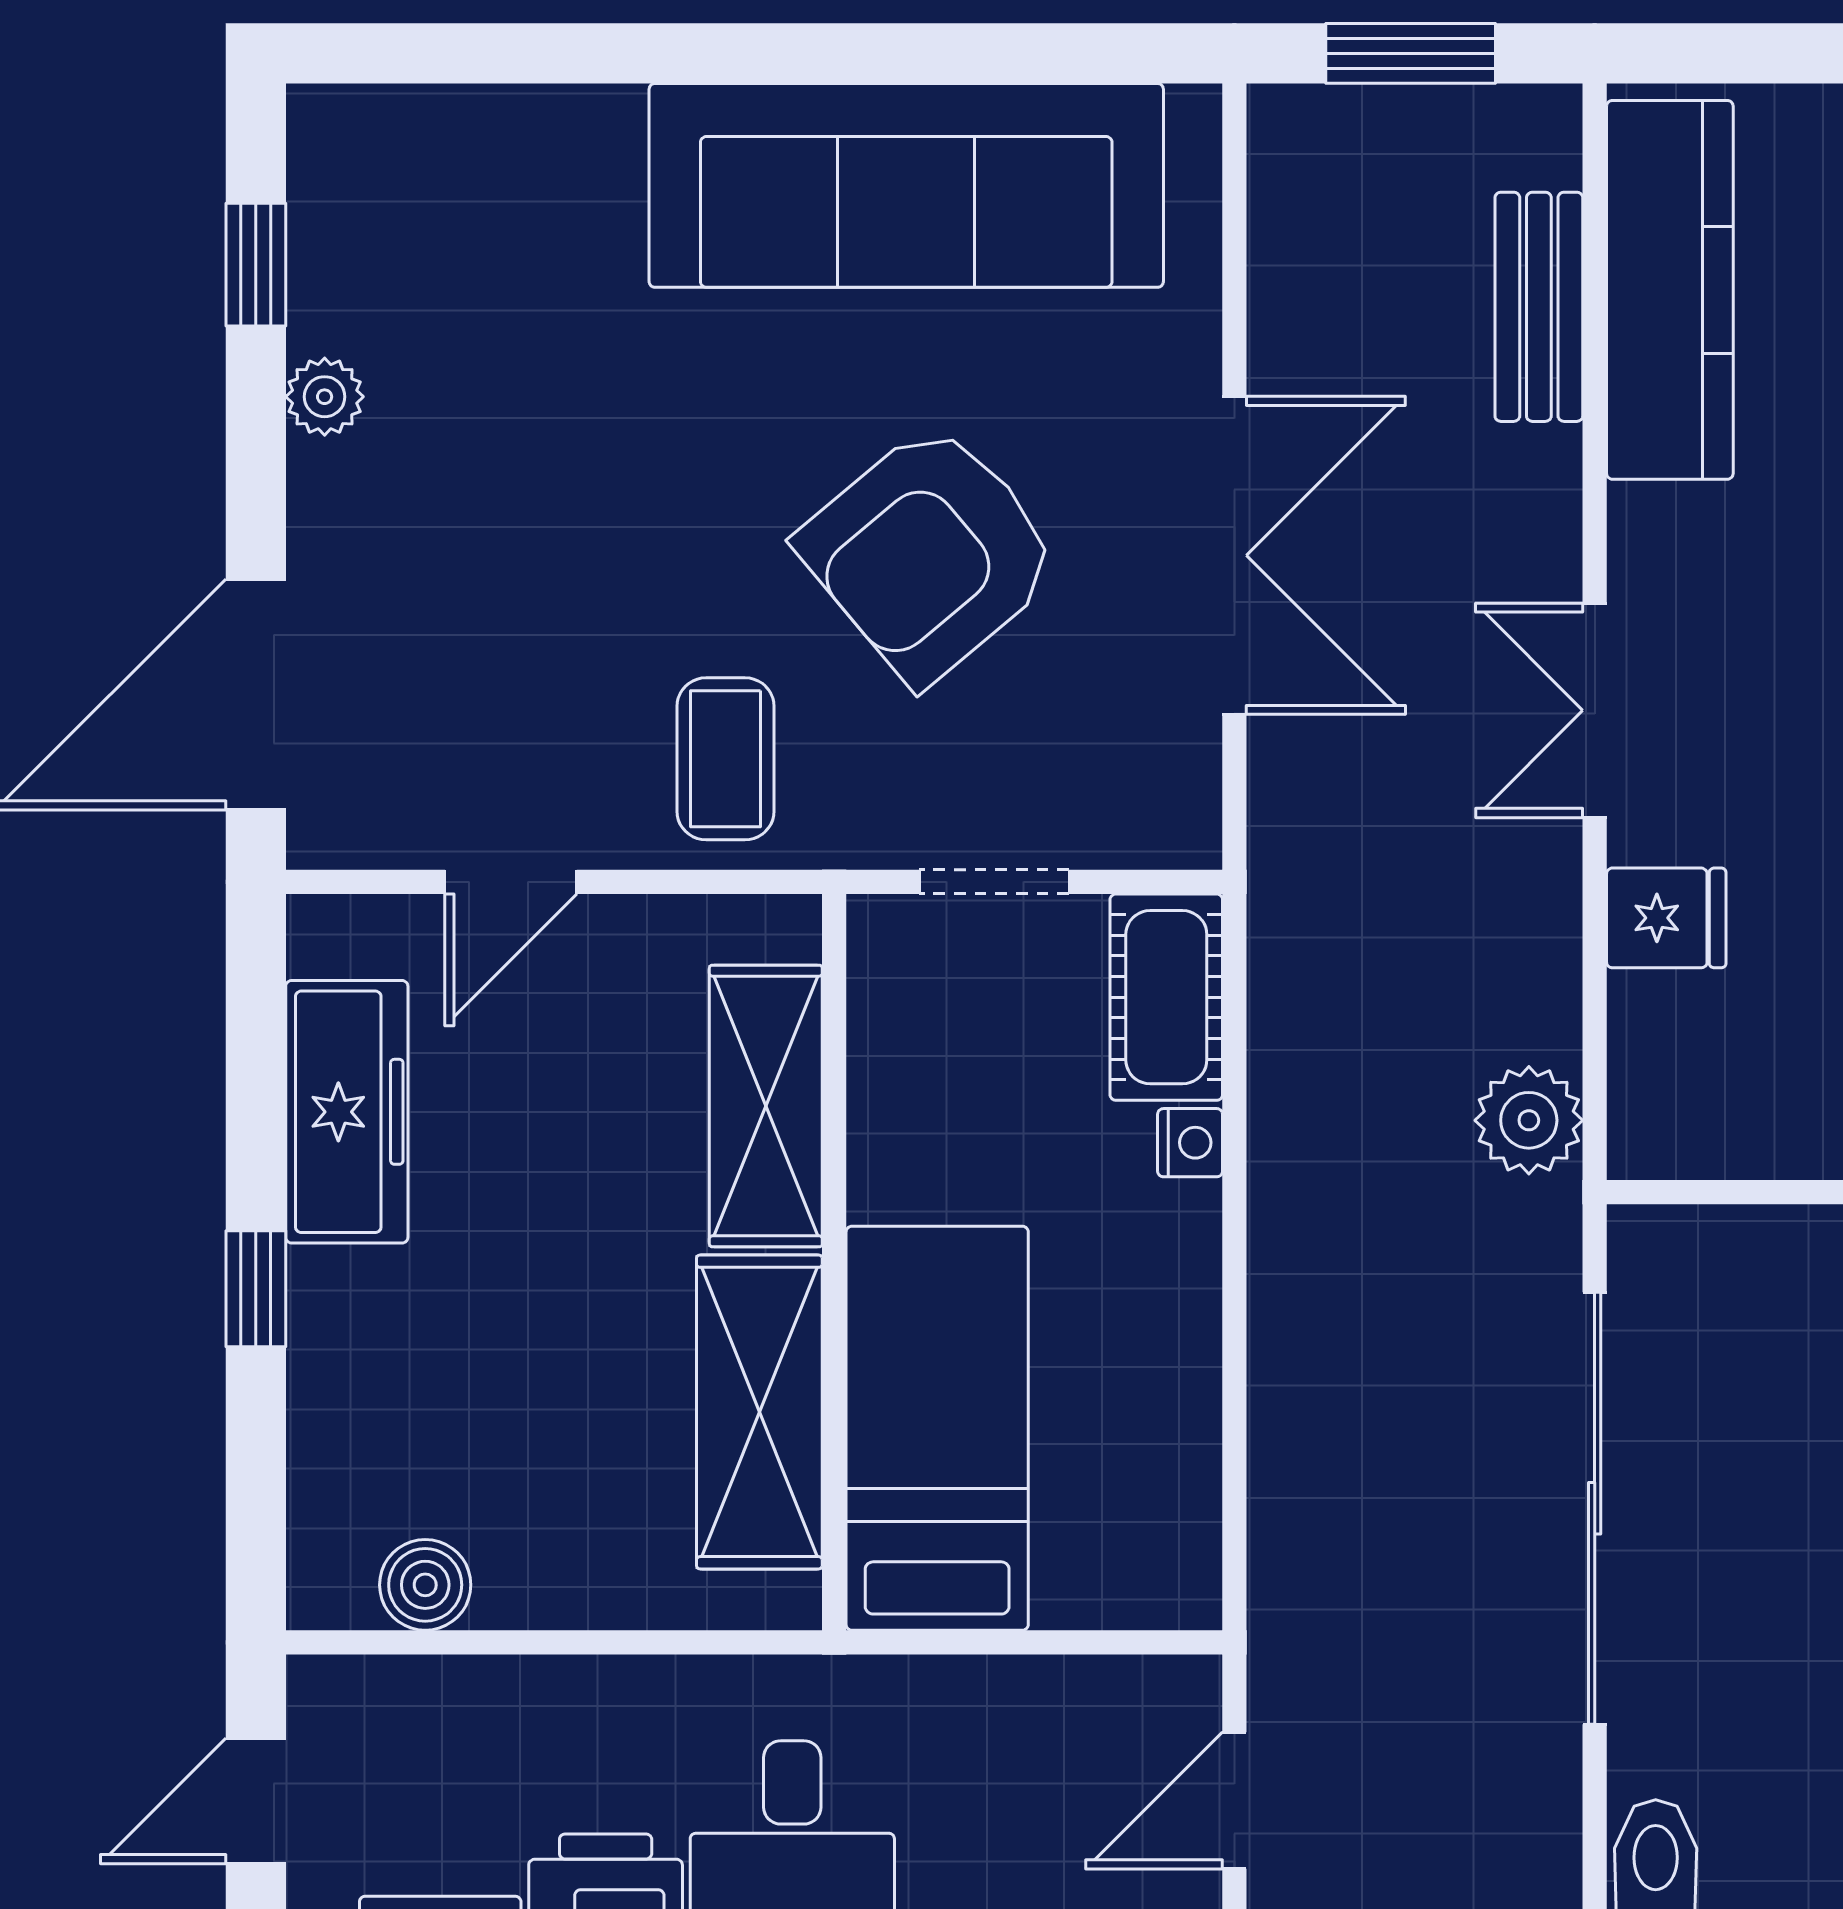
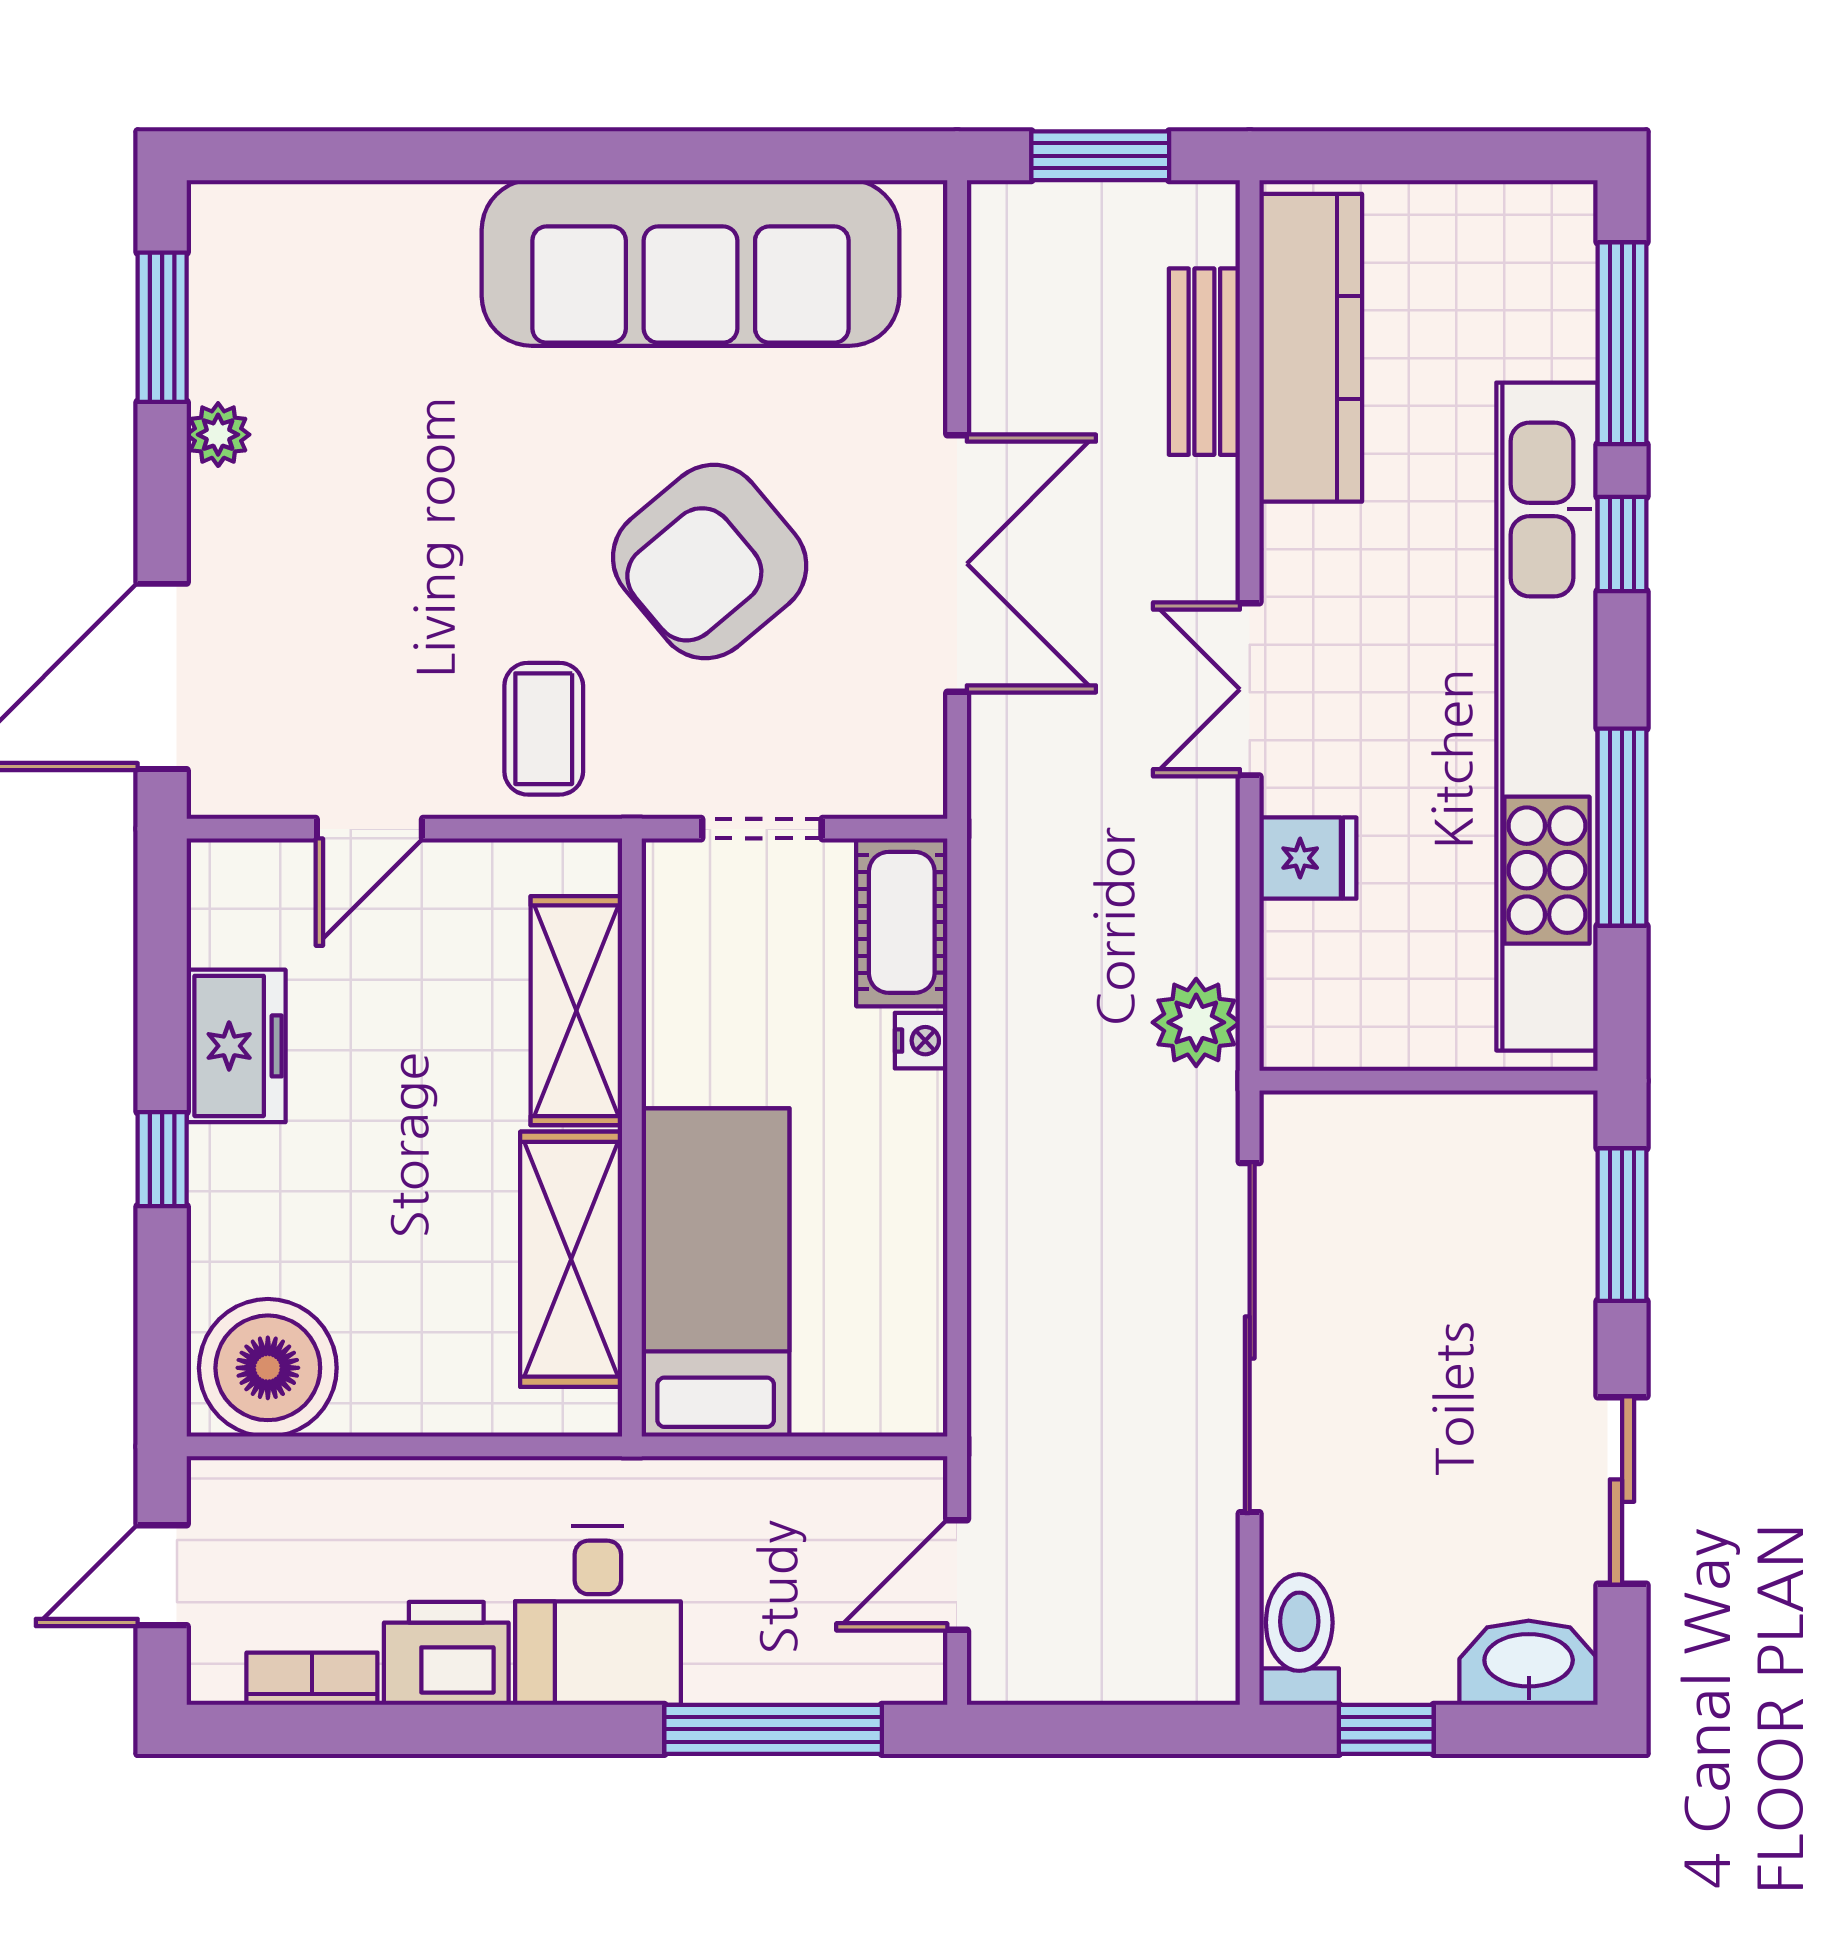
window: (256, 265) -> (162, 327), width x1.50
freezer: (347, 1112) -> (236, 1046), width x0.71
boiler: (425, 1585) -> (268, 1368), width x1.86, depth x1.86

